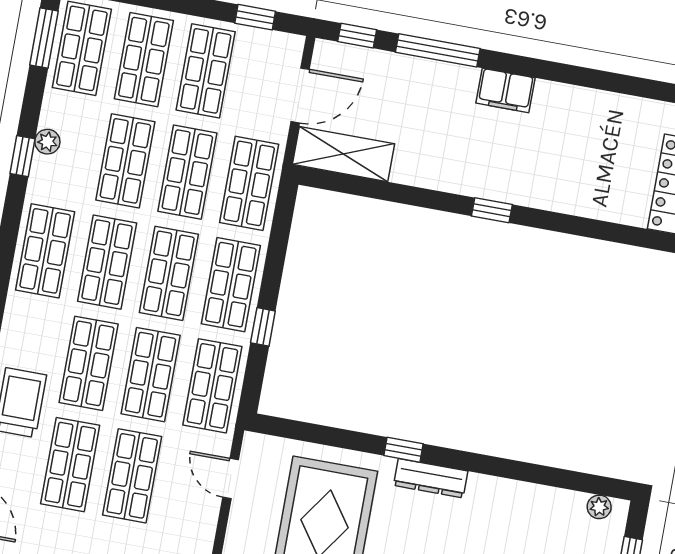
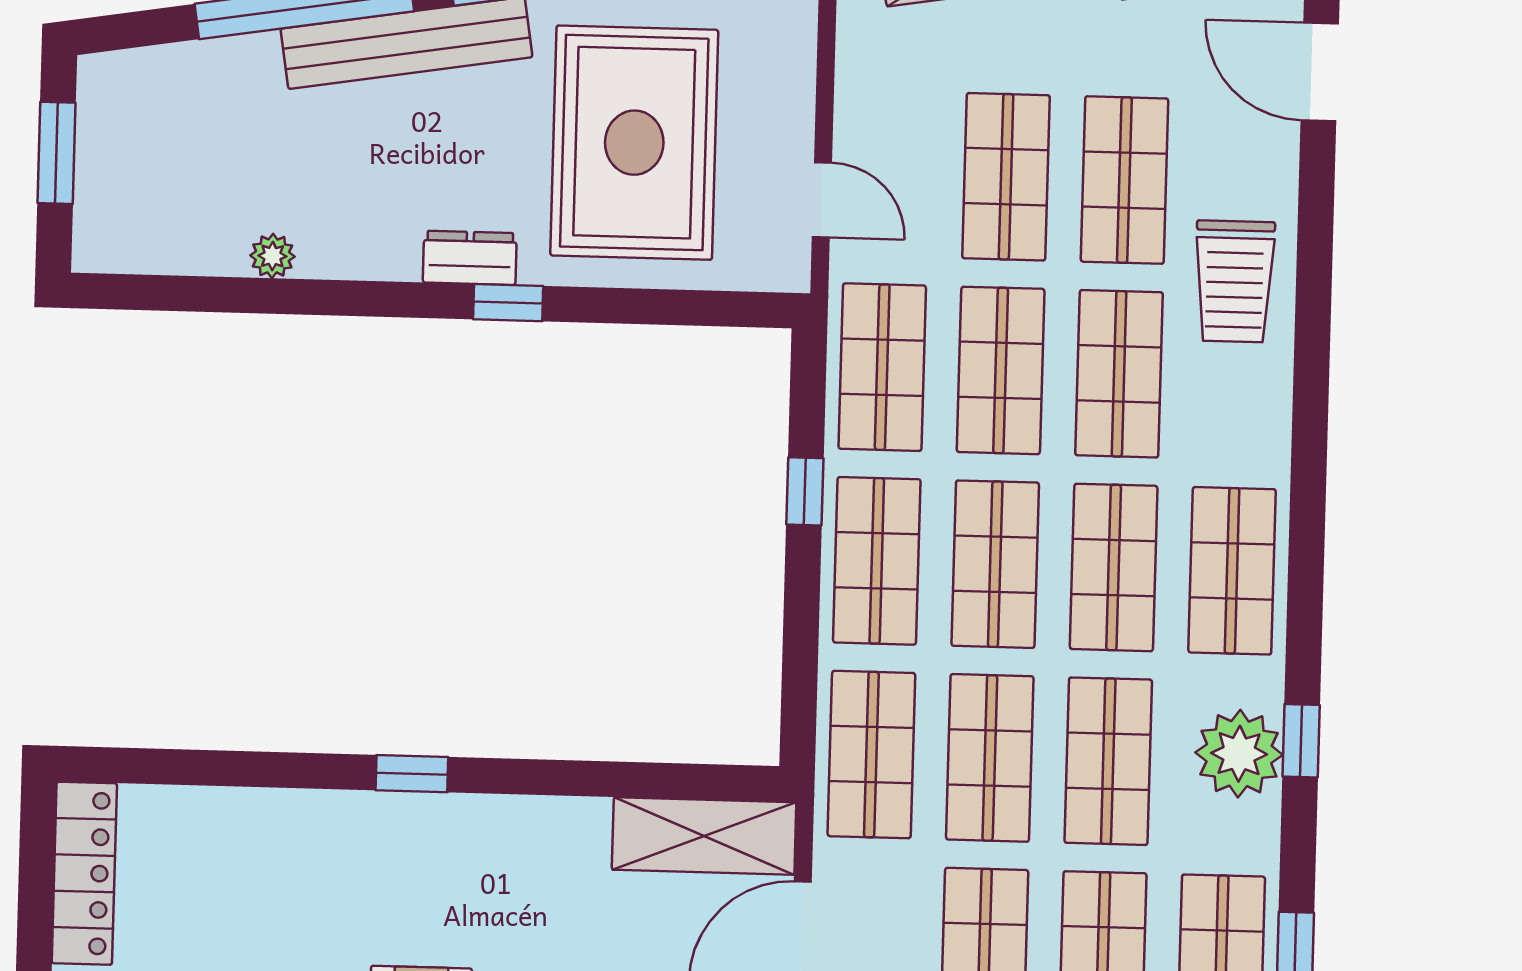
plant: (47, 142) -> (1239, 754), width x1.87, depth x1.87
dresser: (431, 478) -> (470, 258), width x0.70
plant: (599, 507) -> (272, 256), moved

